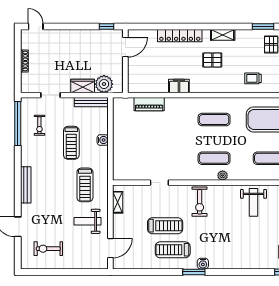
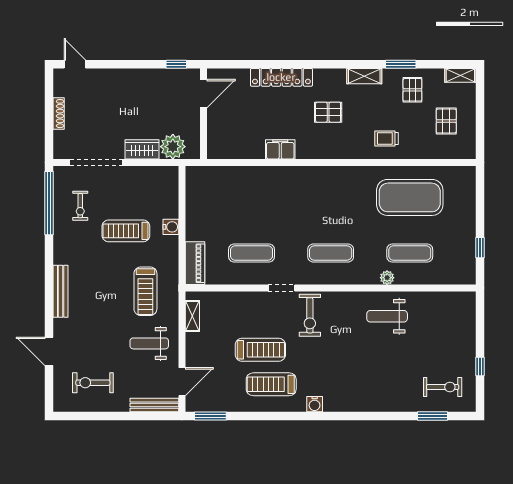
shelving: (223, 35) -> (364, 76), moved
doorway: (50, 95) -> (96, 162), width x1.88
bench: (91, 102) -> (154, 405), moved
piano: (149, 104) -> (195, 263), moved, turned -90
exercise mat: (214, 119) -> (252, 253), moved
treadmill: (71, 143) -> (126, 231), turned 90
plant: (223, 175) -> (387, 278), moved
doorway: (159, 183) -> (282, 288), moved
weight bench: (253, 202) -> (387, 316), turned 90
window: (194, 272) -> (210, 416), moved

